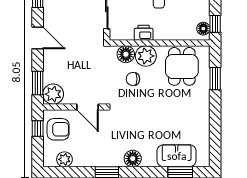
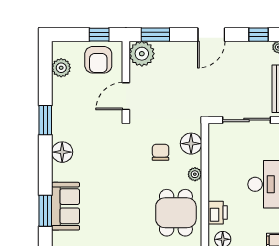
printer: (144, 33) -> (218, 213), moved
plant: (146, 56) -> (195, 174), width x0.53, depth x0.53
dining table: (182, 66) -> (176, 213), turned 90

